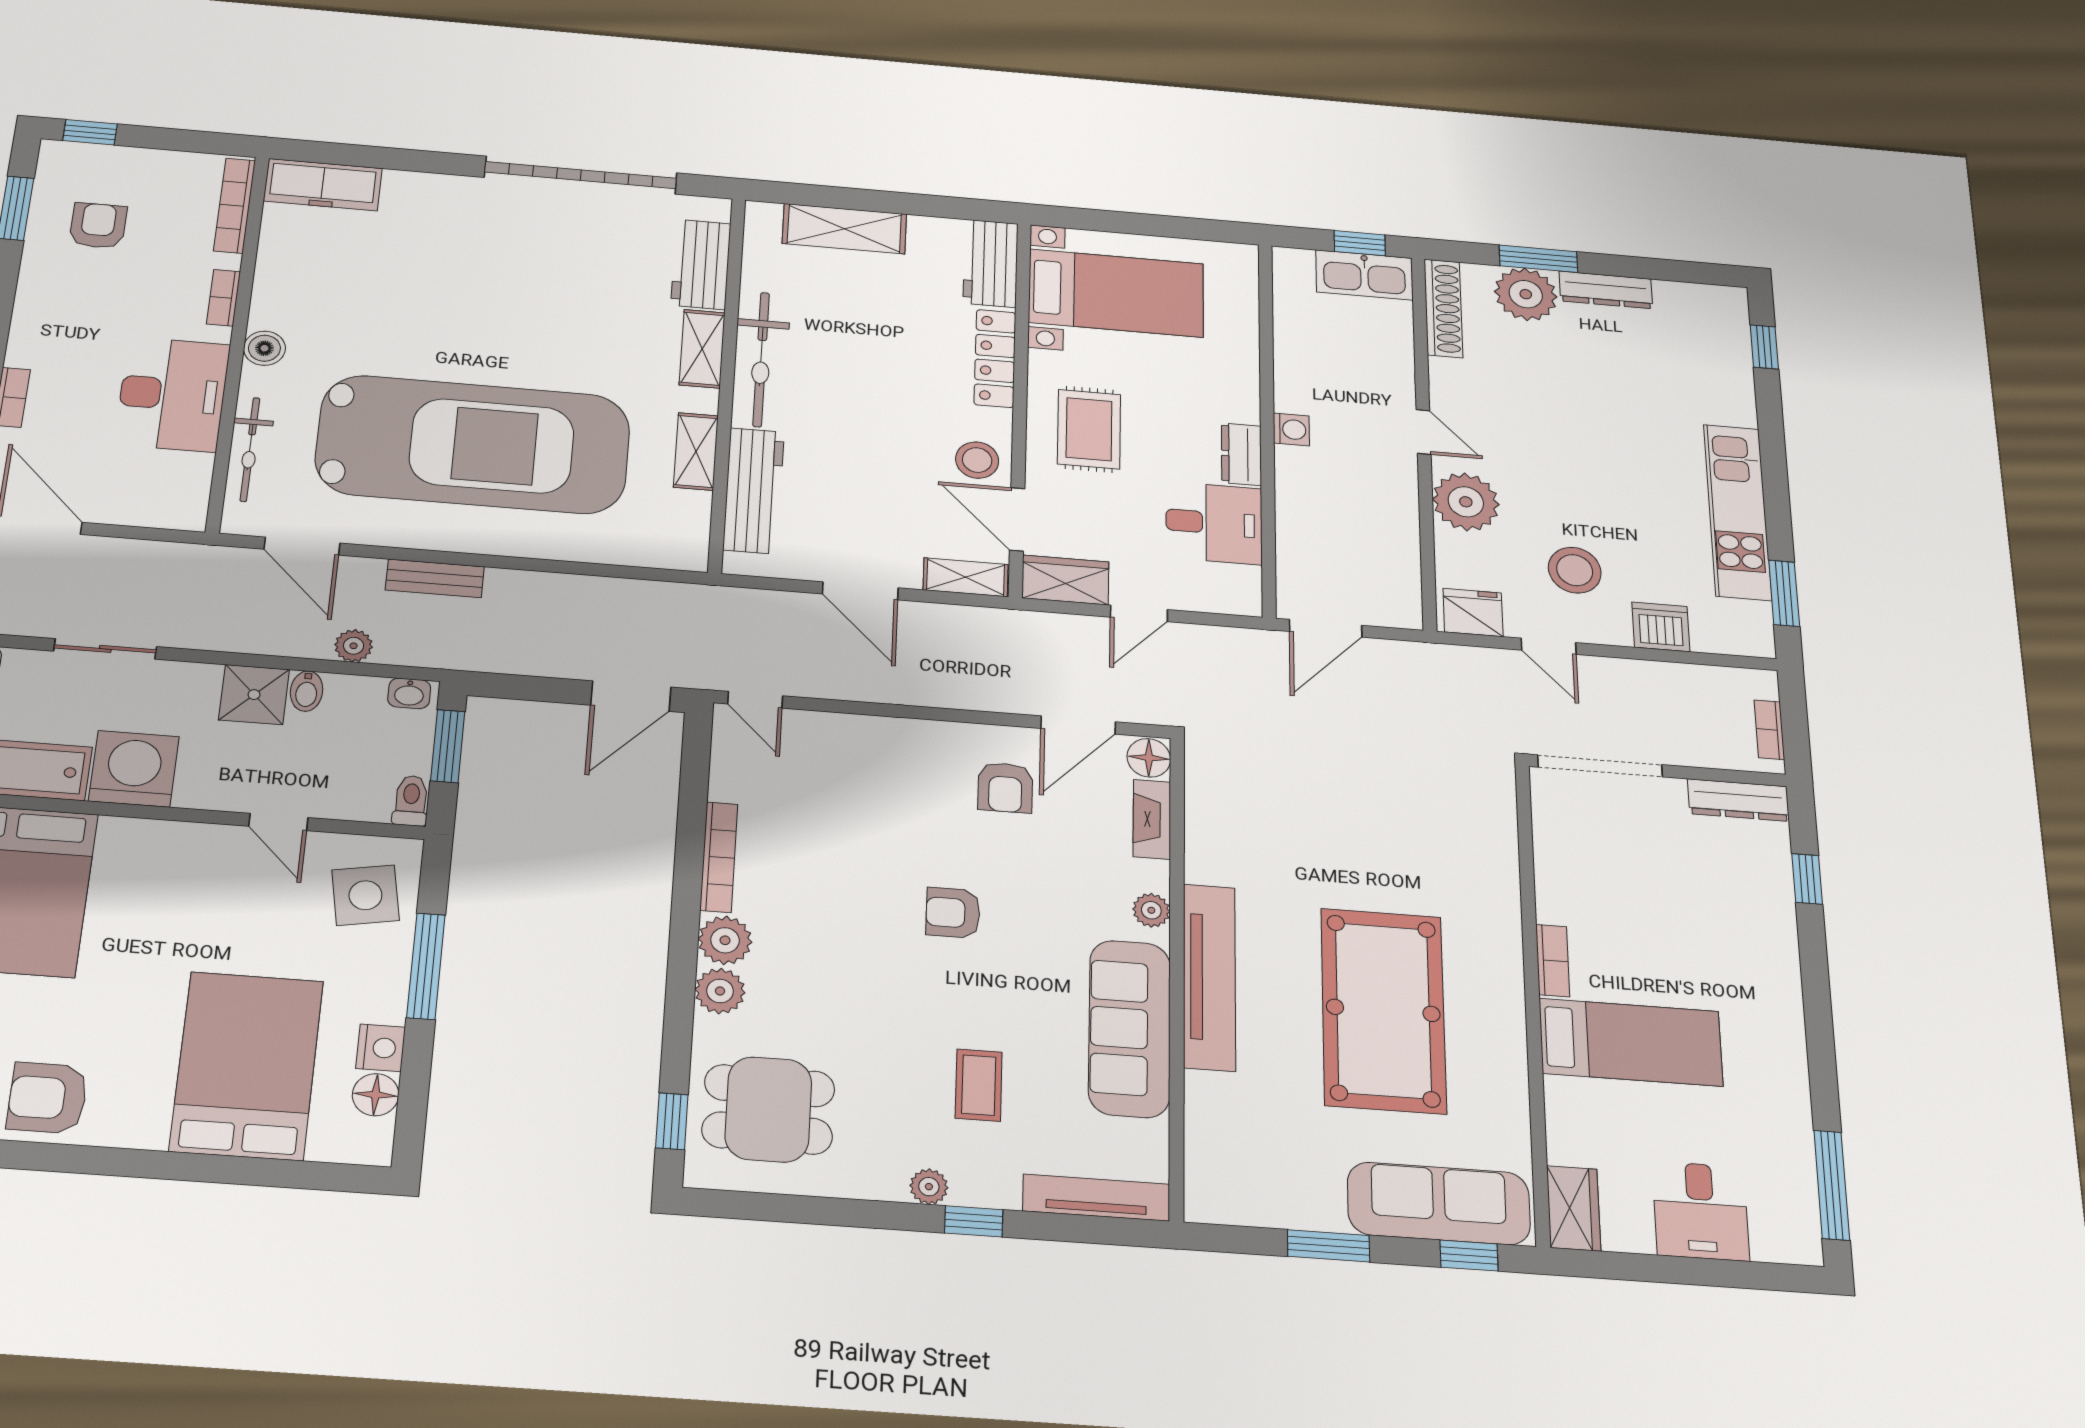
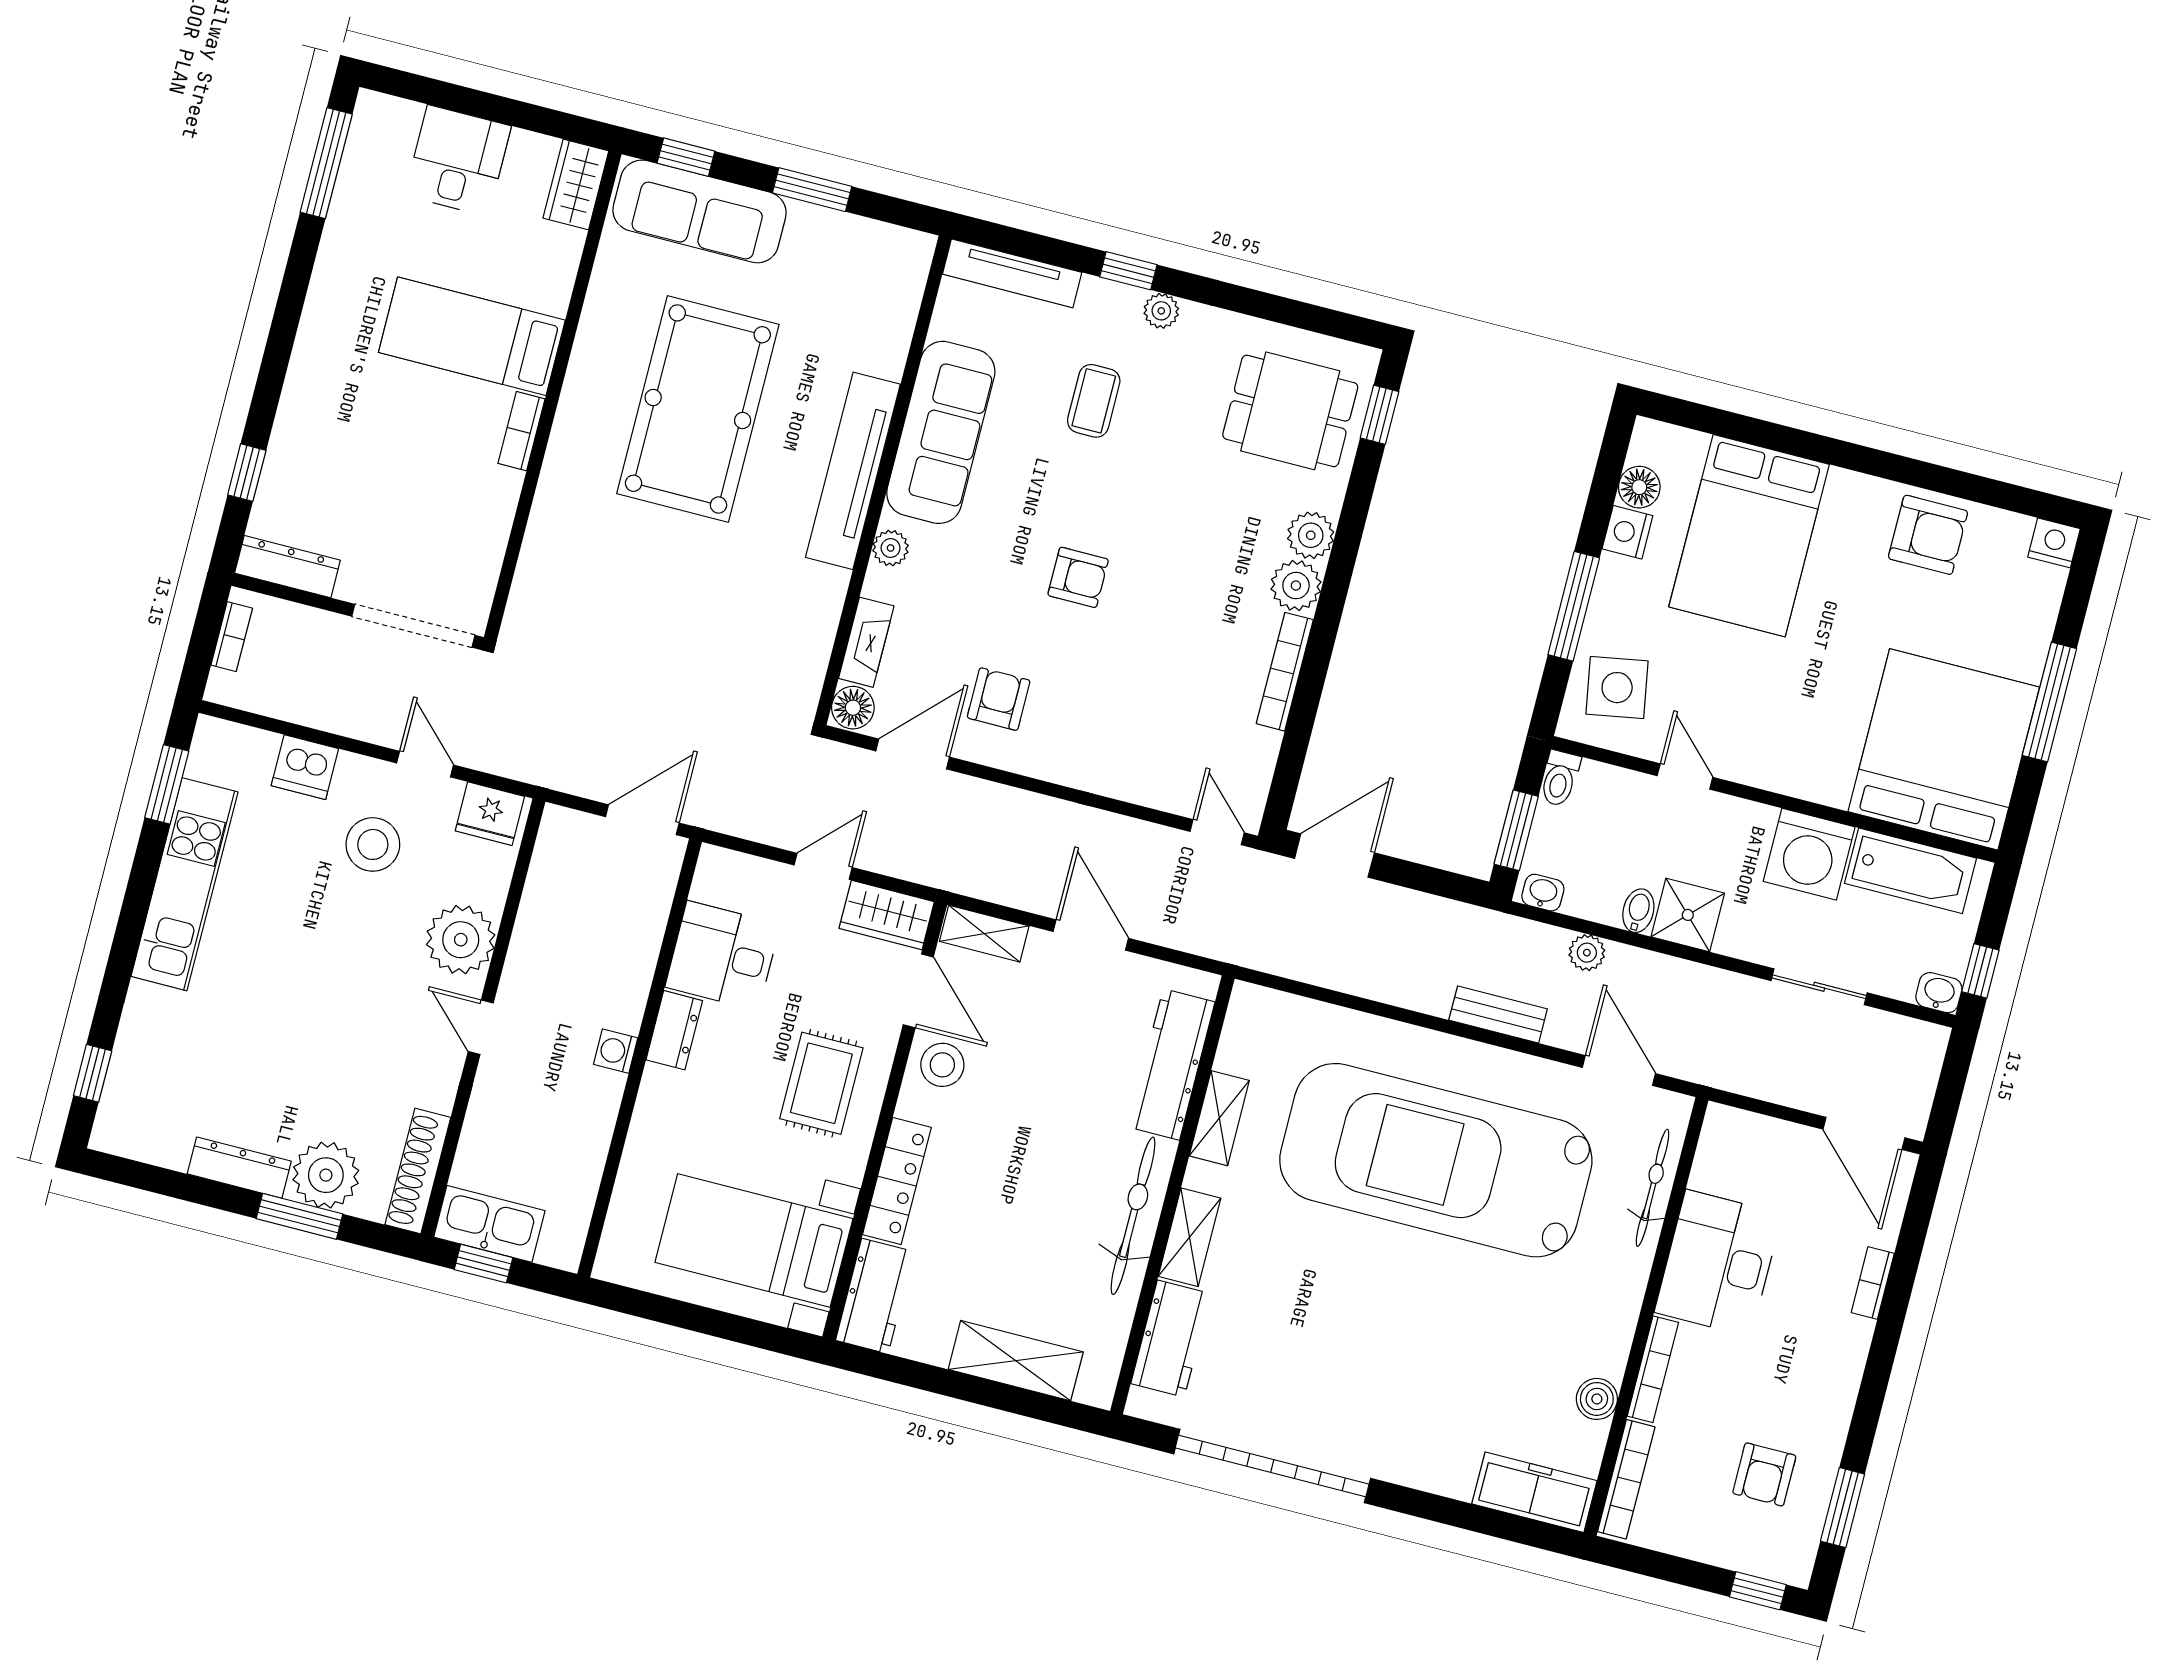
bookcase: (223, 298) -> (1653, 1369), width x1.56
boiler: (264, 348) -> (1597, 1399), moved

